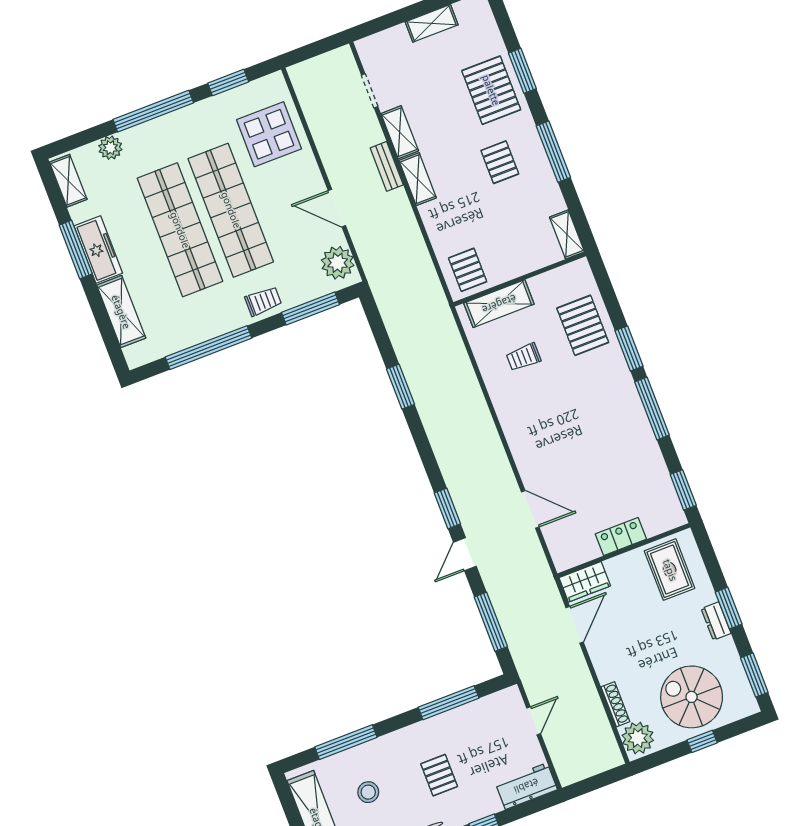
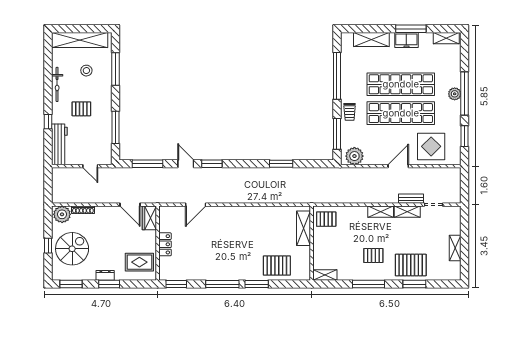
plant: (110, 148) -> (455, 94), moved
bench: (387, 166) -> (411, 199), moved
door: (337, 208) -> (398, 166), moved
freezer: (98, 250) -> (406, 40), width x0.71
trolley: (524, 357) -> (272, 230), removed
workbench: (526, 786) -> (59, 144), width x1.37

